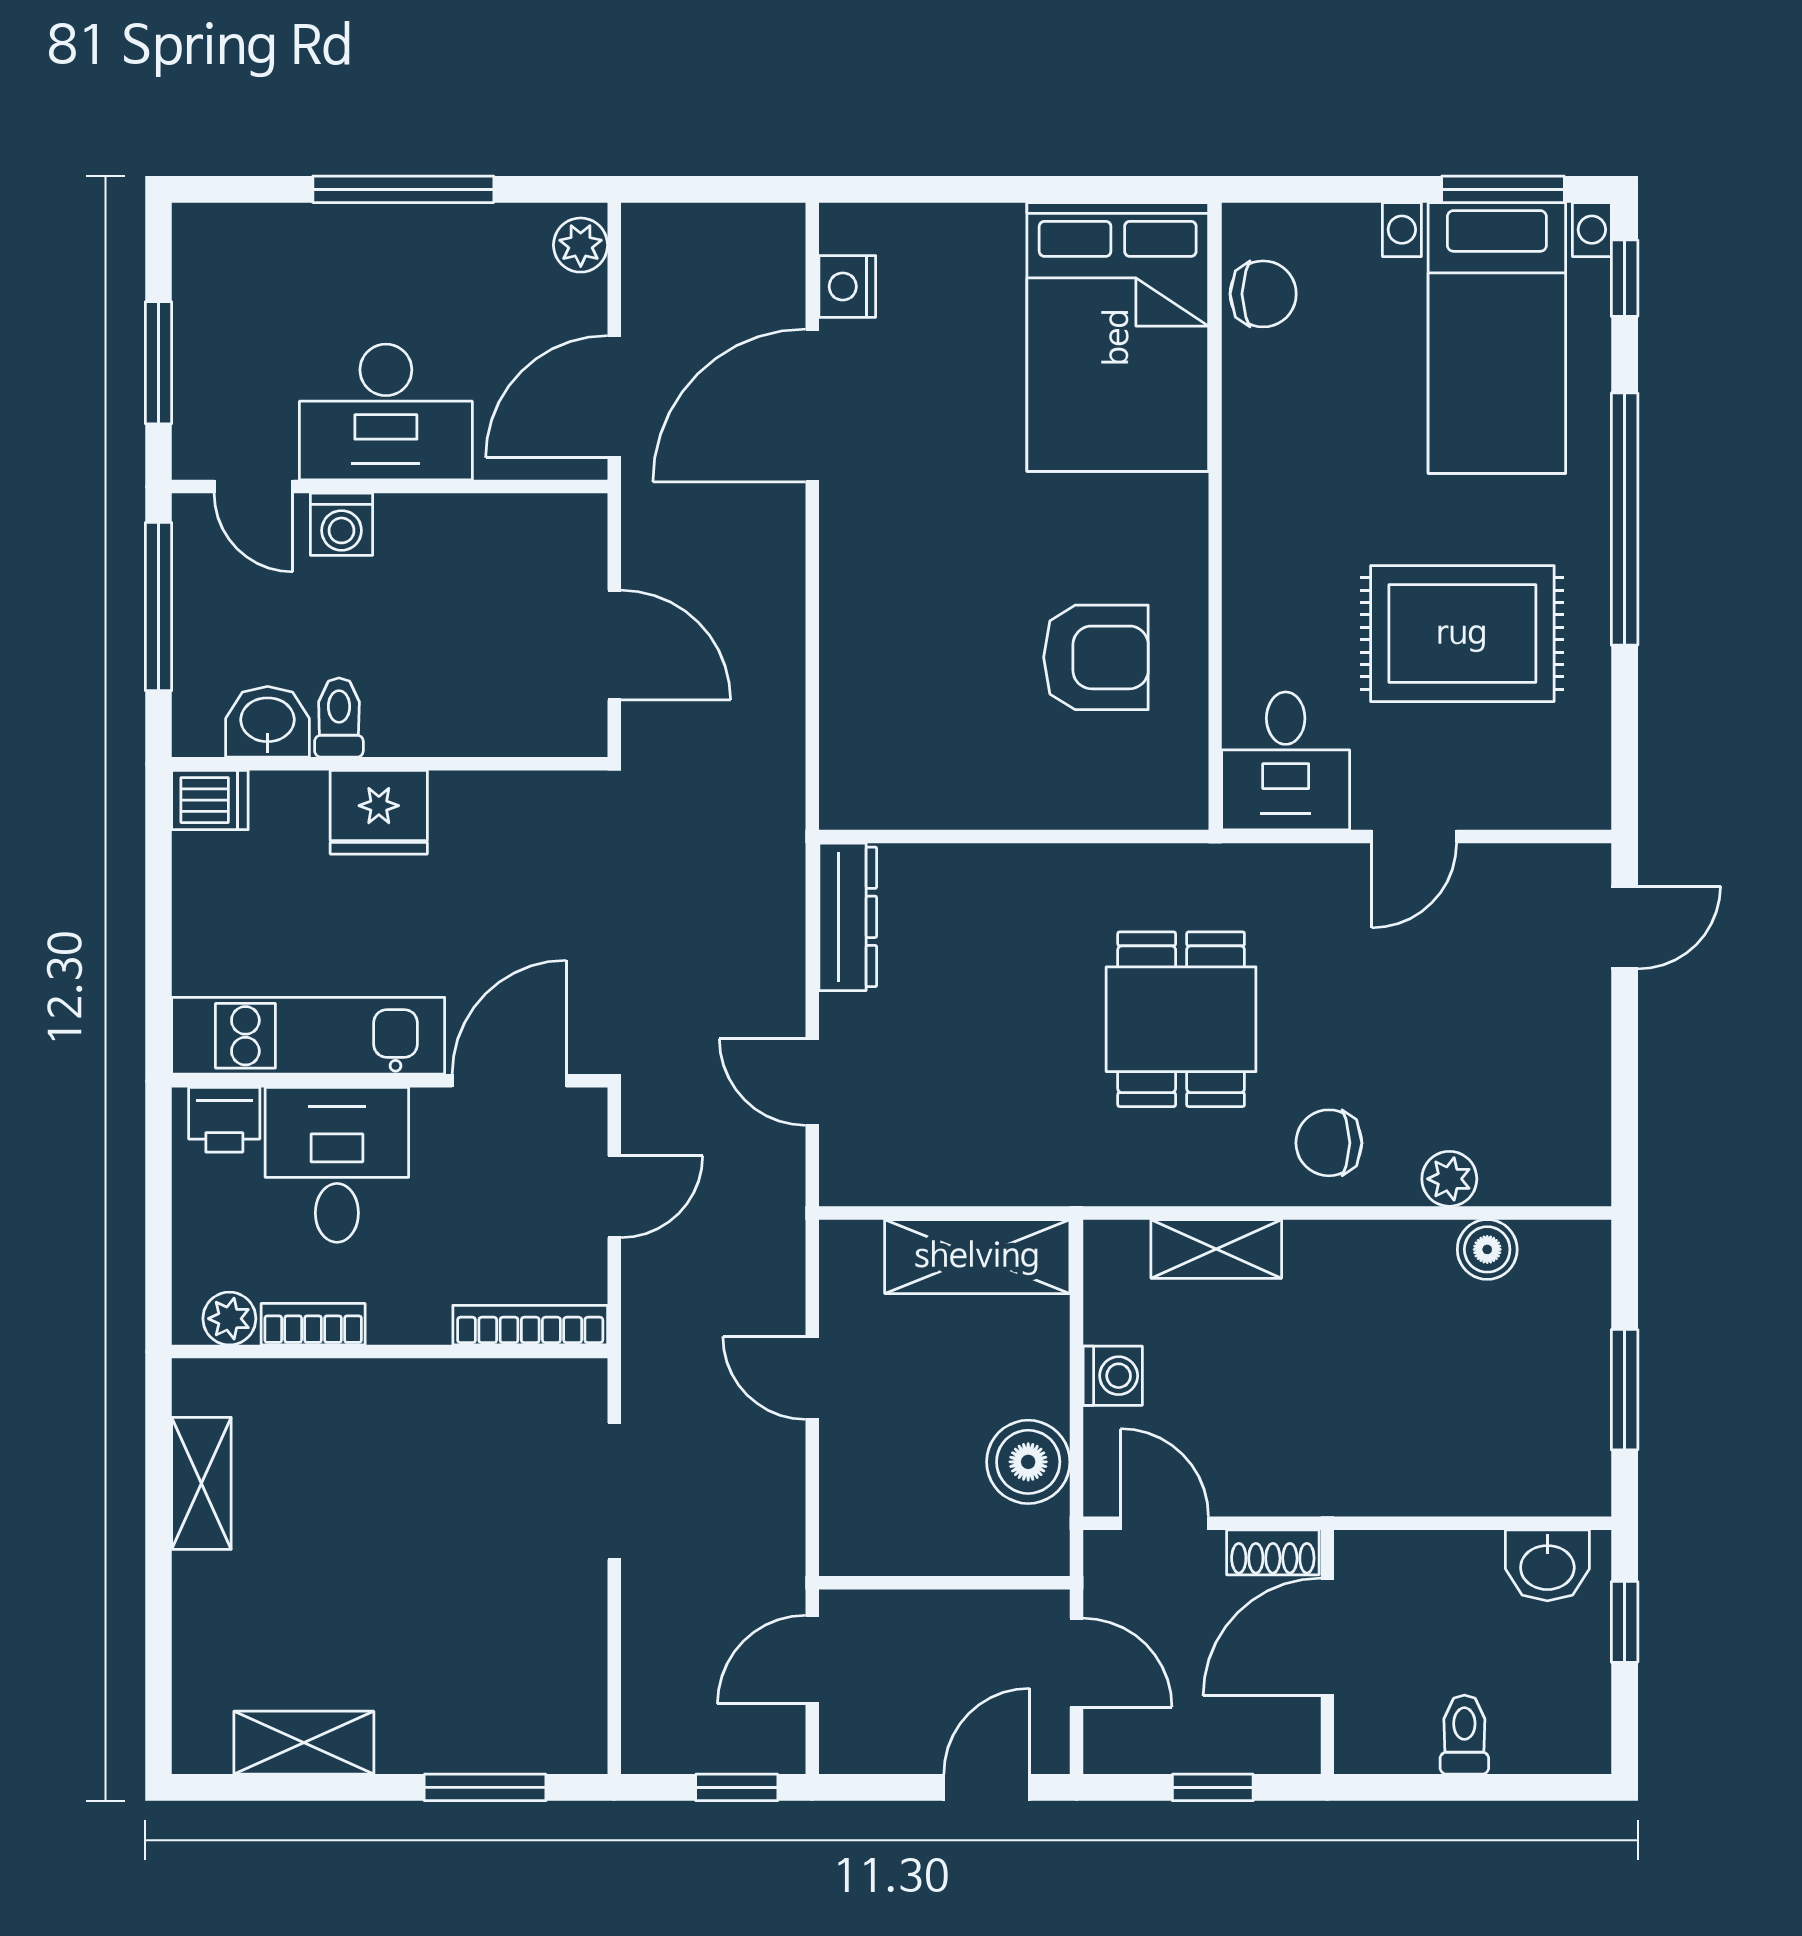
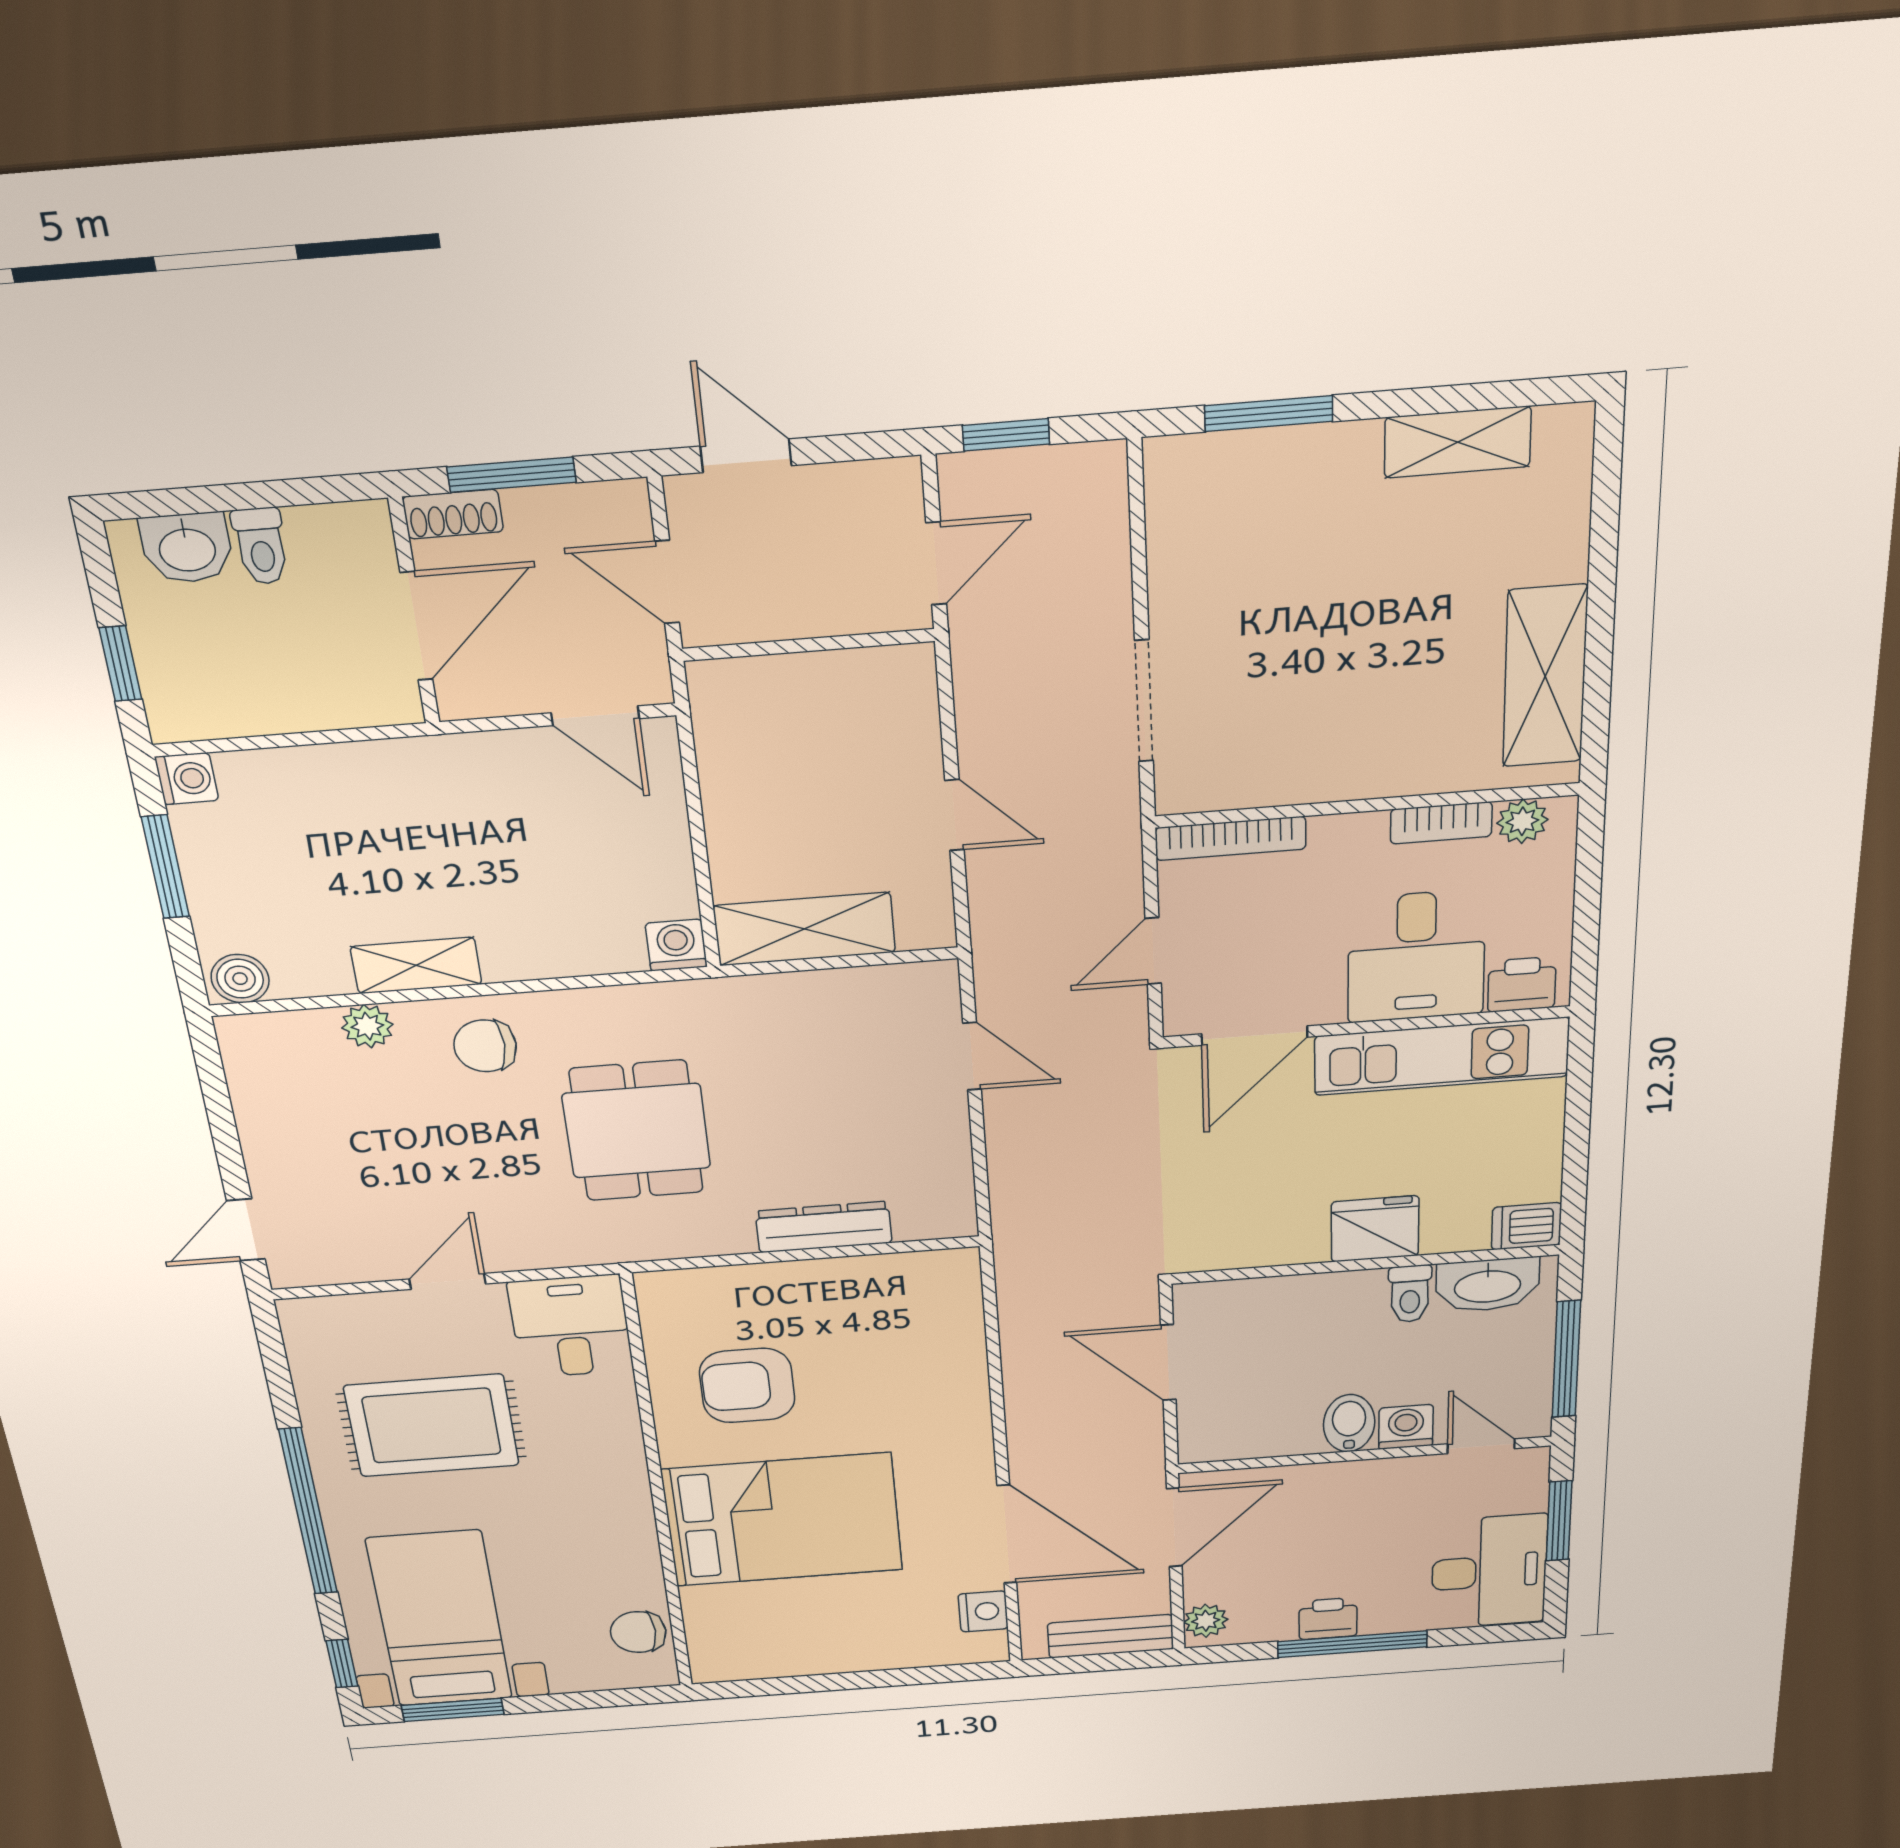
bench: (696, 231) -> (1111, 1636), added
printer: (433, 234) -> (1328, 1619), added
bed: (1118, 337) -> (783, 1520), moved, turned 90
door: (812, 406) -> (1007, 1534), hinge flipped
desk: (386, 412) -> (1489, 1572), moved, turned 90
bidet: (407, 536) -> (1349, 1423), added
washbasin: (268, 722) -> (1488, 1285), width x1.38
dresser: (848, 917) -> (824, 1227), moved, turned 90
chair: (1329, 1143) -> (485, 1046), turned 180
shelving: (1216, 1249) -> (416, 965), moved
boiler: (1487, 1249) -> (240, 979), moved
washing machine: (1113, 1376) -> (676, 945), moved, turned 90
boiler: (1028, 1462) -> (736, 759), removed
shelving: (201, 1483) -> (1545, 676), width x1.50, depth x1.33
washing machine: (1584, 1489) -> (187, 779), added
shoe rack: (1273, 1552) -> (453, 514), moved, turned 180
washbasin: (1547, 1565) -> (187, 548), moved, turned 180
door: (987, 1787) -> (746, 456), swing flipped
window: (1213, 1787) -> (511, 475), width x1.50

